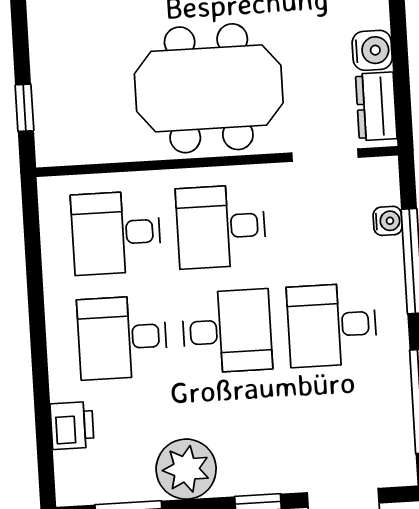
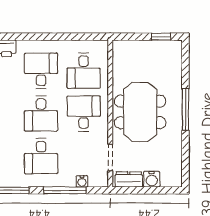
window: (24, 108) -> (161, 37), moved
desk: (116, 233) -> (84, 71), turned 180
desk: (332, 325) -> (41, 156), turned 180

